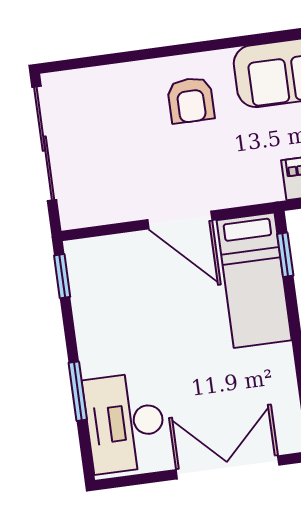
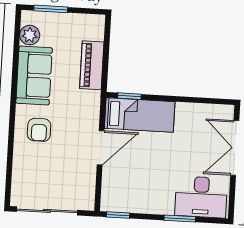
armchair: (191, 100) -> (39, 130), turned 90

